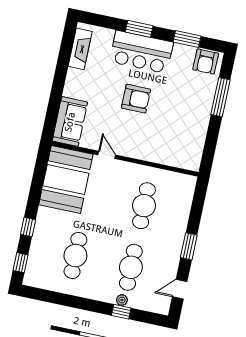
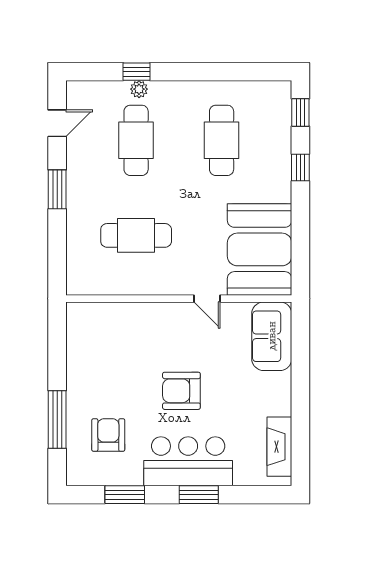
armchair: (206, 62) -> (108, 435), moved
cafe table: (144, 206) -> (136, 235), turned 90

